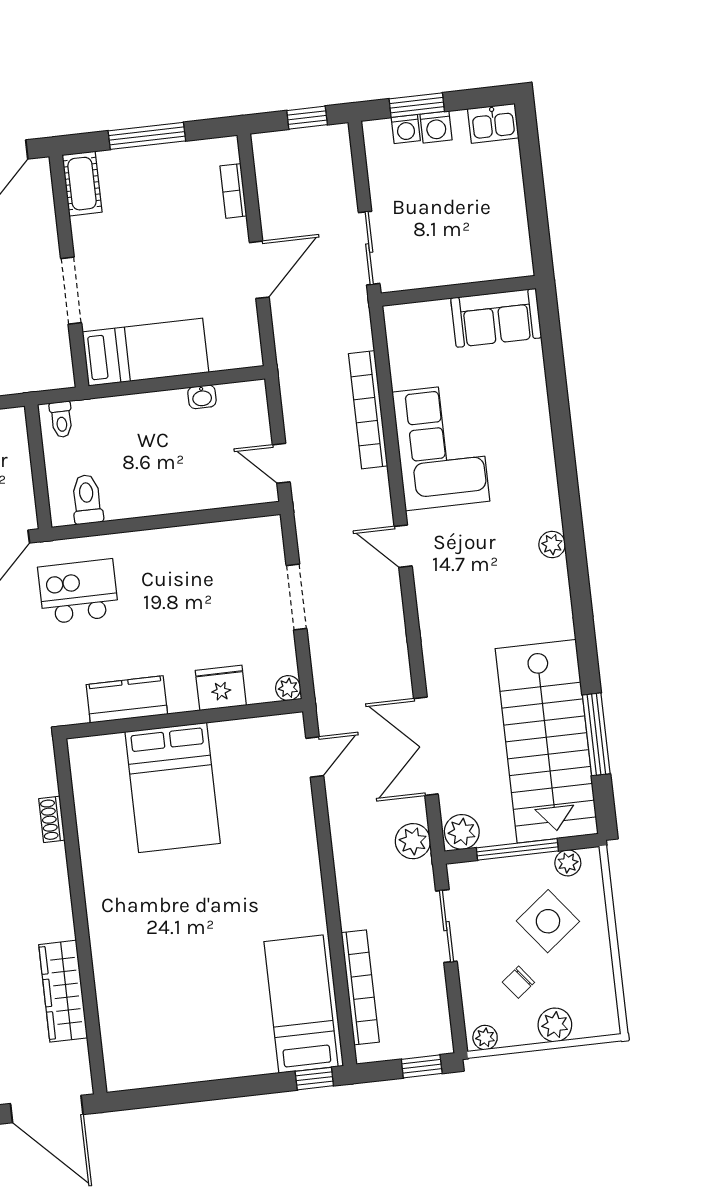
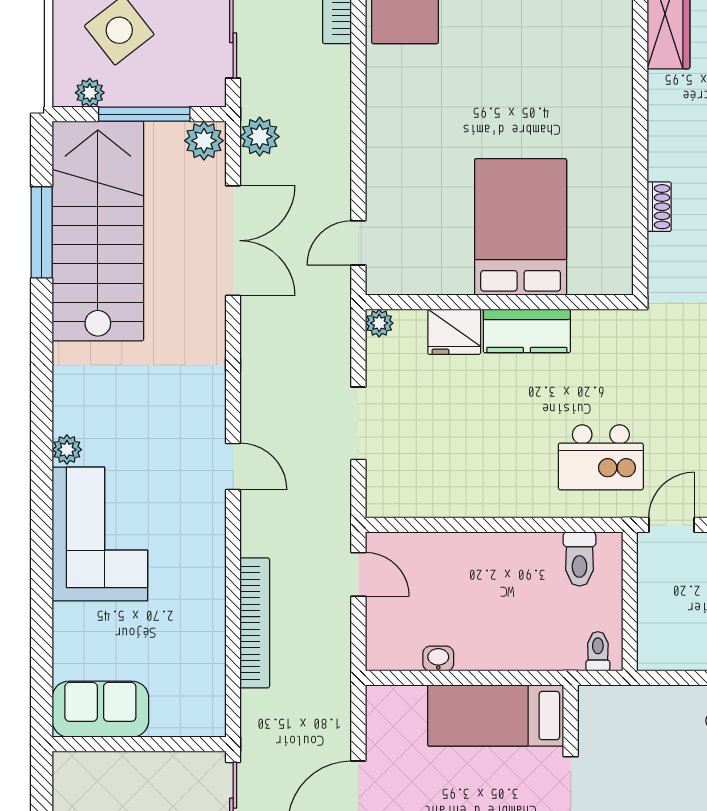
corner sofa: (441, 447) -> (100, 534), moved, turned 180
kitchen counter: (127, 699) -> (527, 331), moved

